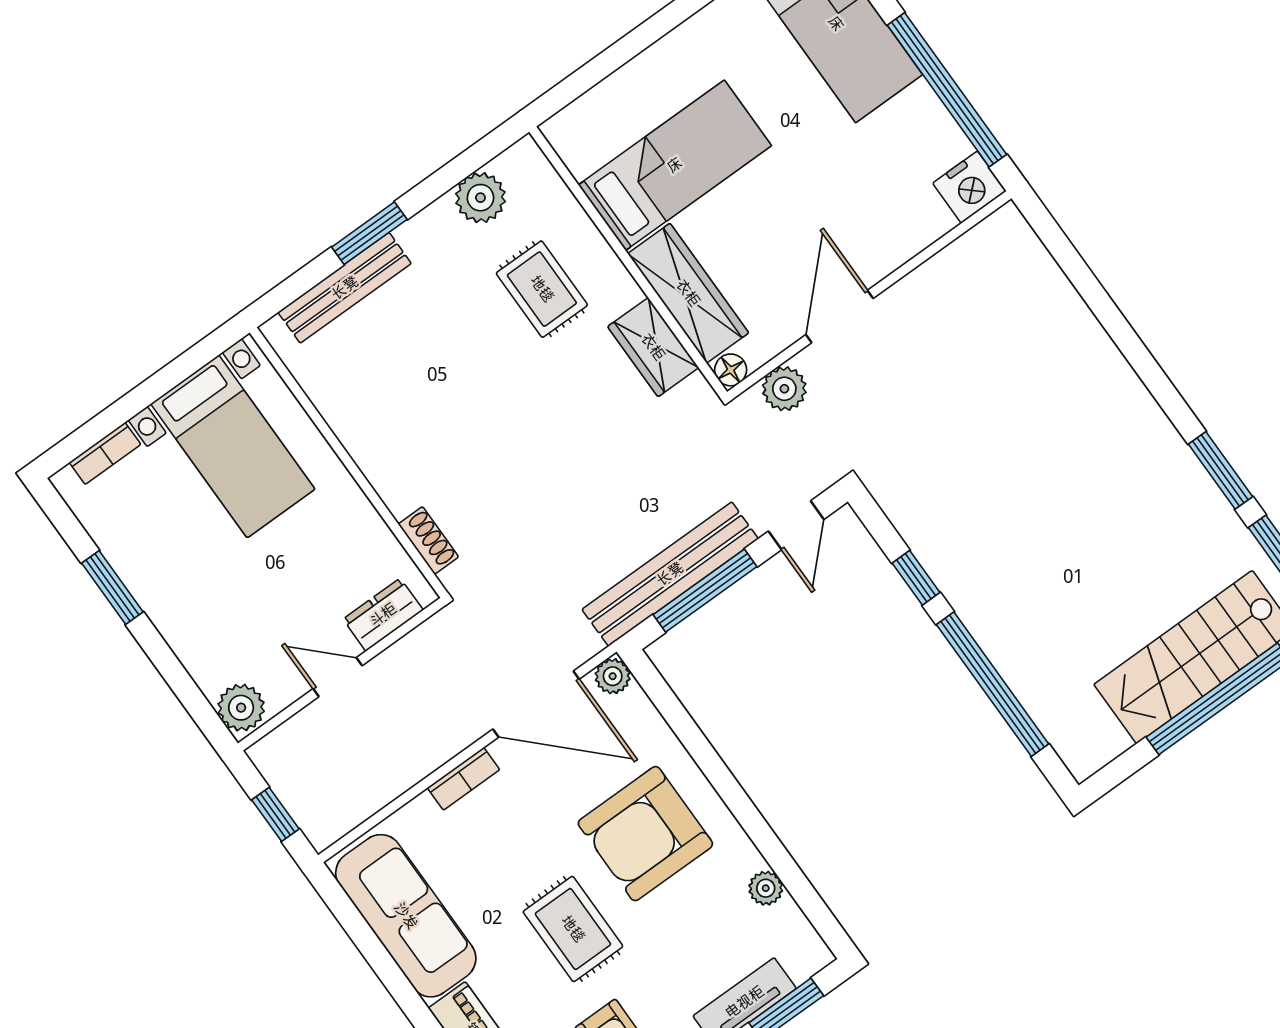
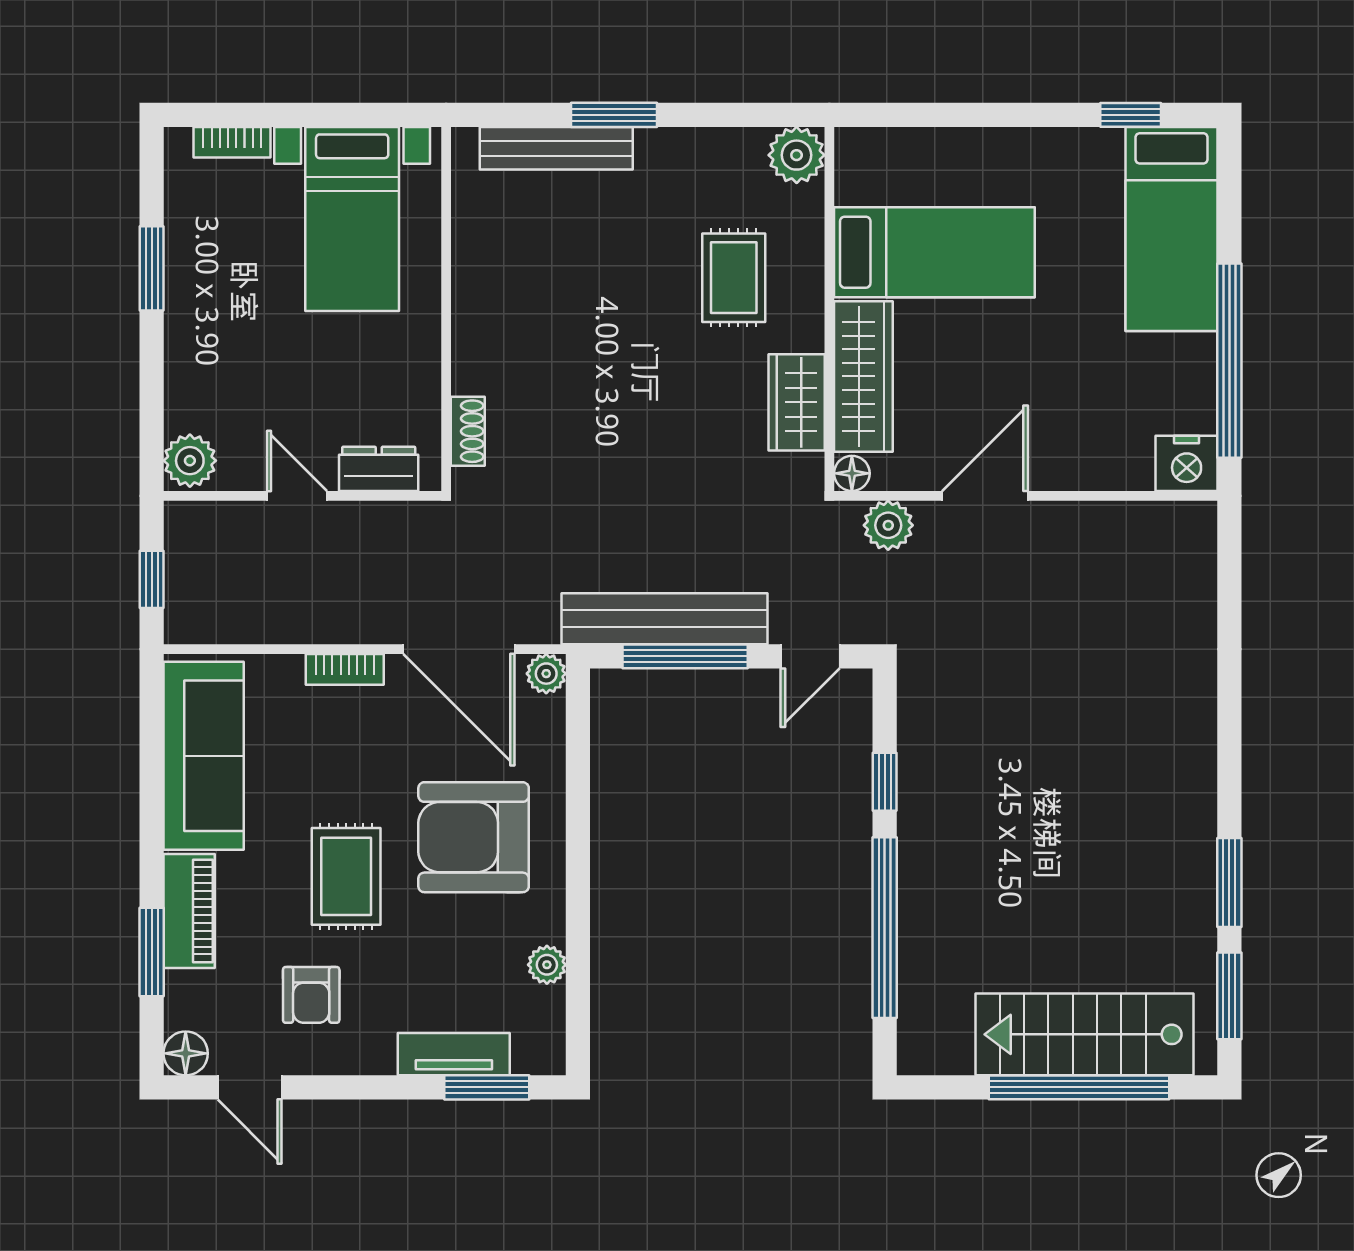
plant: (480, 198) -> (797, 155), moved

